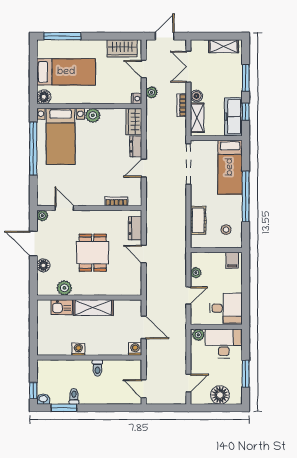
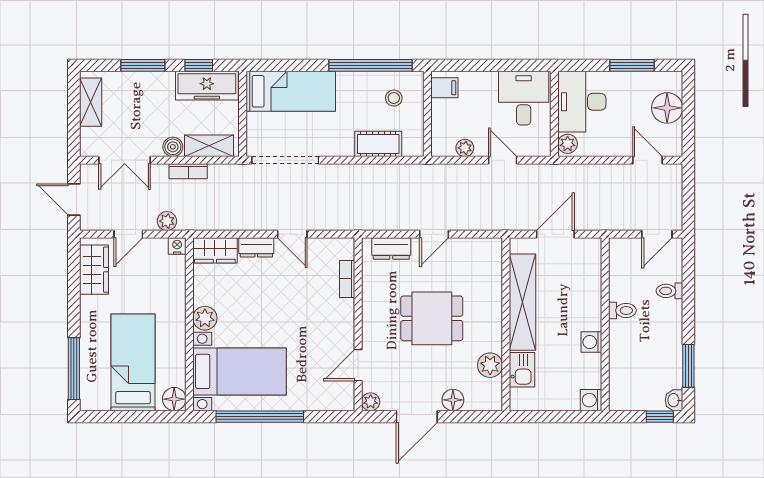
window: (246, 196) -> (370, 65), moved
shelving: (93, 308) -> (522, 302), width x1.47
washing machine: (135, 349) -> (591, 400), moved
toilet: (74, 396) -> (669, 291), moved

